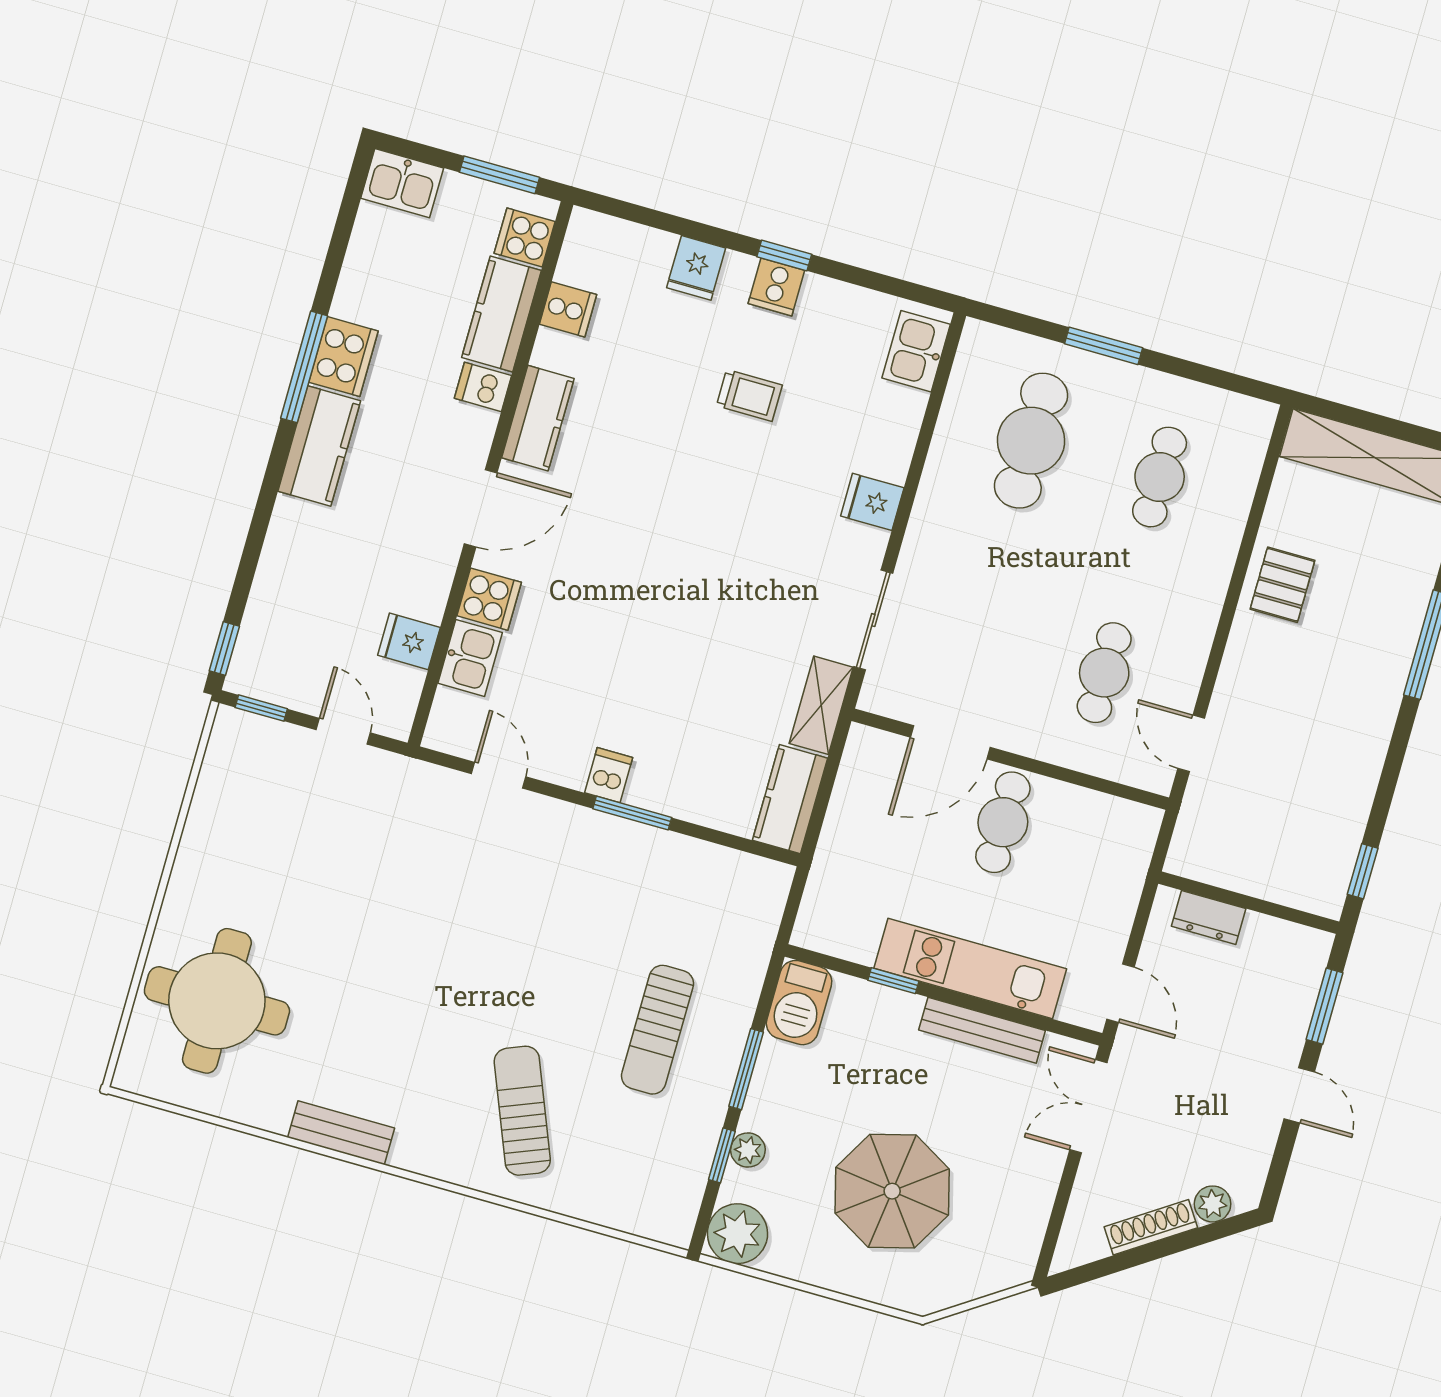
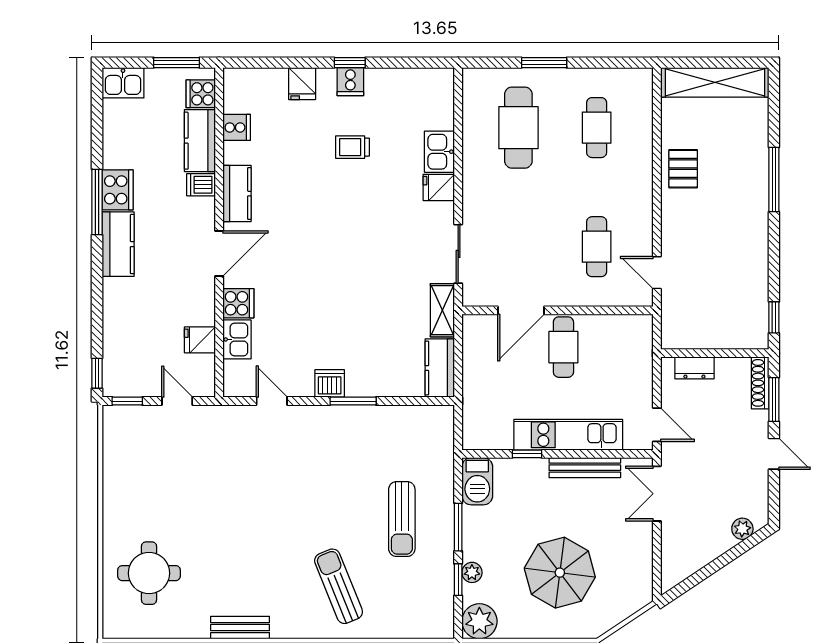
kitchen sink: (916, 351) -> (439, 152), moved
trolley: (749, 396) -> (352, 147), turned 180
dishwasher: (609, 775) -> (330, 383), width x1.38
round table: (217, 1001) -> (149, 573), width x0.73, depth x0.73
shoe rack: (1151, 1227) -> (760, 383), moved, turned -56

